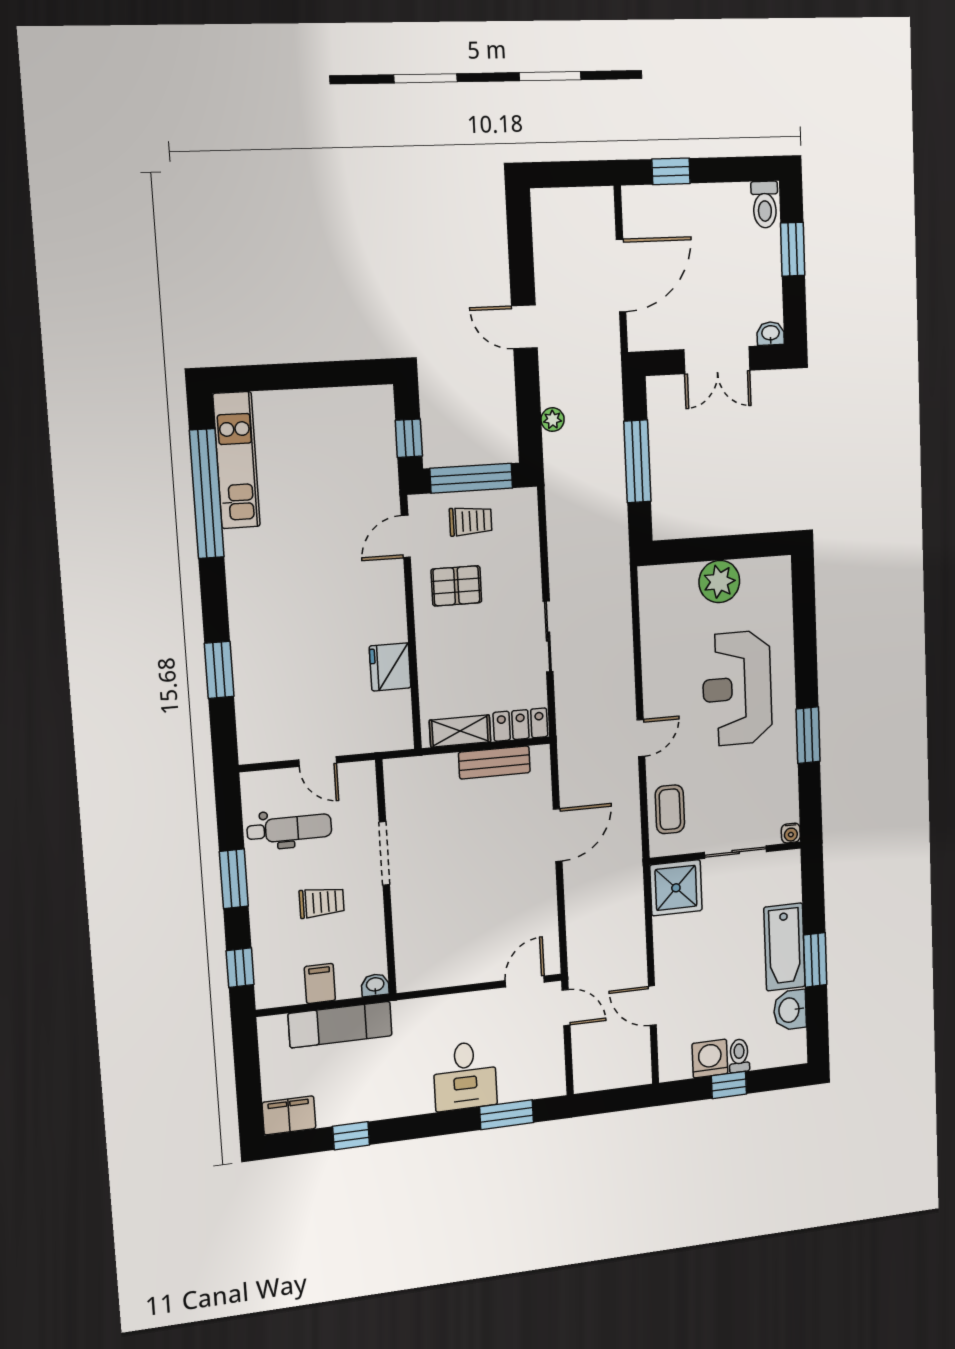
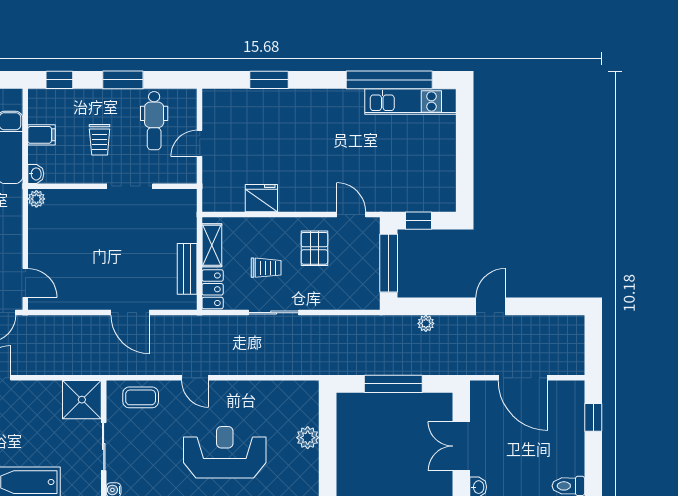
trolley: (471, 521) -> (266, 268), moved, turned -90
plant: (719, 582) -> (308, 438), width x0.73, depth x0.73
plant: (410, 980) -> (36, 199), added

